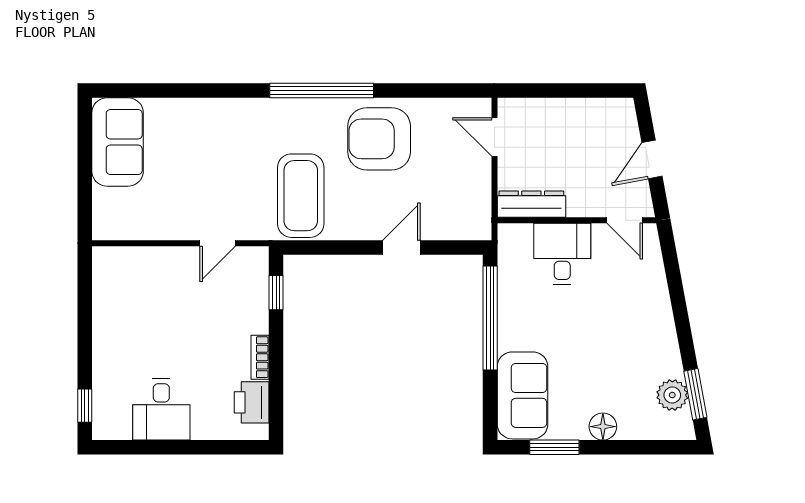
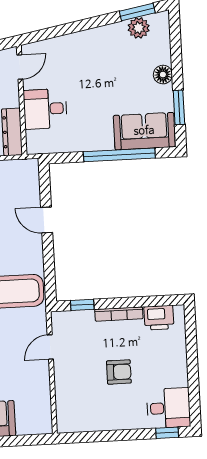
door: (218, 243) -> (50, 347), swing flipped
window: (490, 318) -> (119, 155), moved
armchair: (176, 340) -> (119, 372), added
bookcase: (260, 357) -> (119, 314), width x1.56
desk: (161, 409) -> (169, 408), moved

